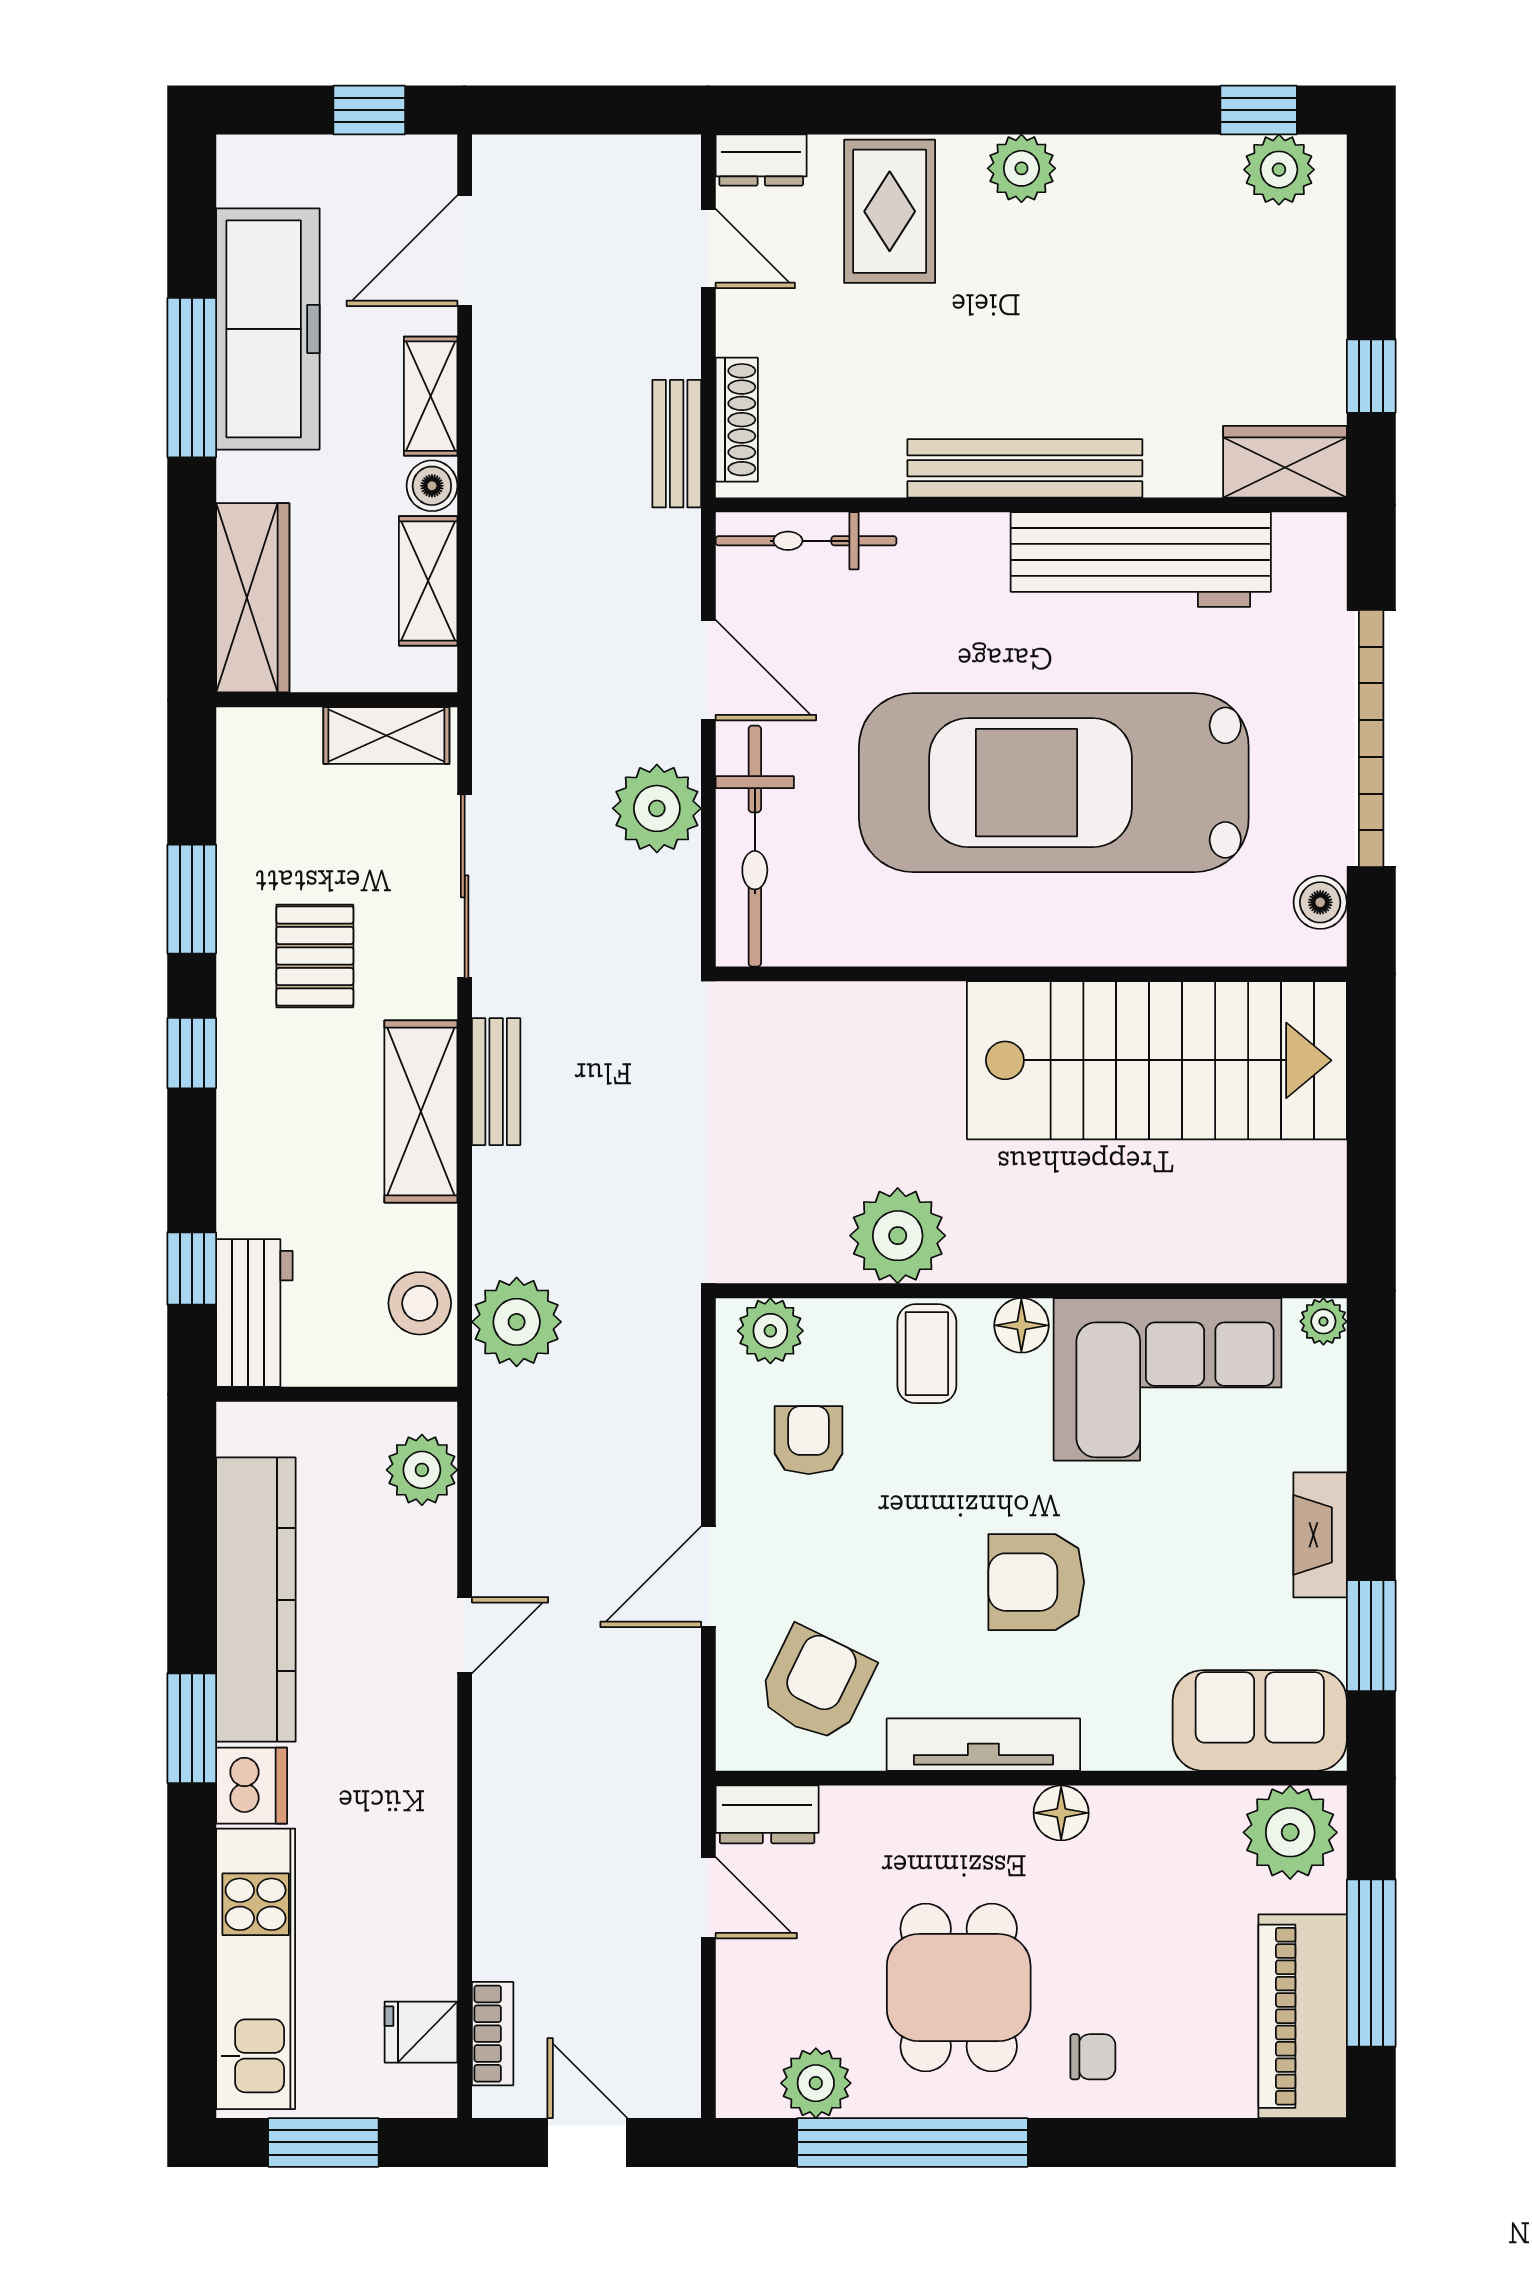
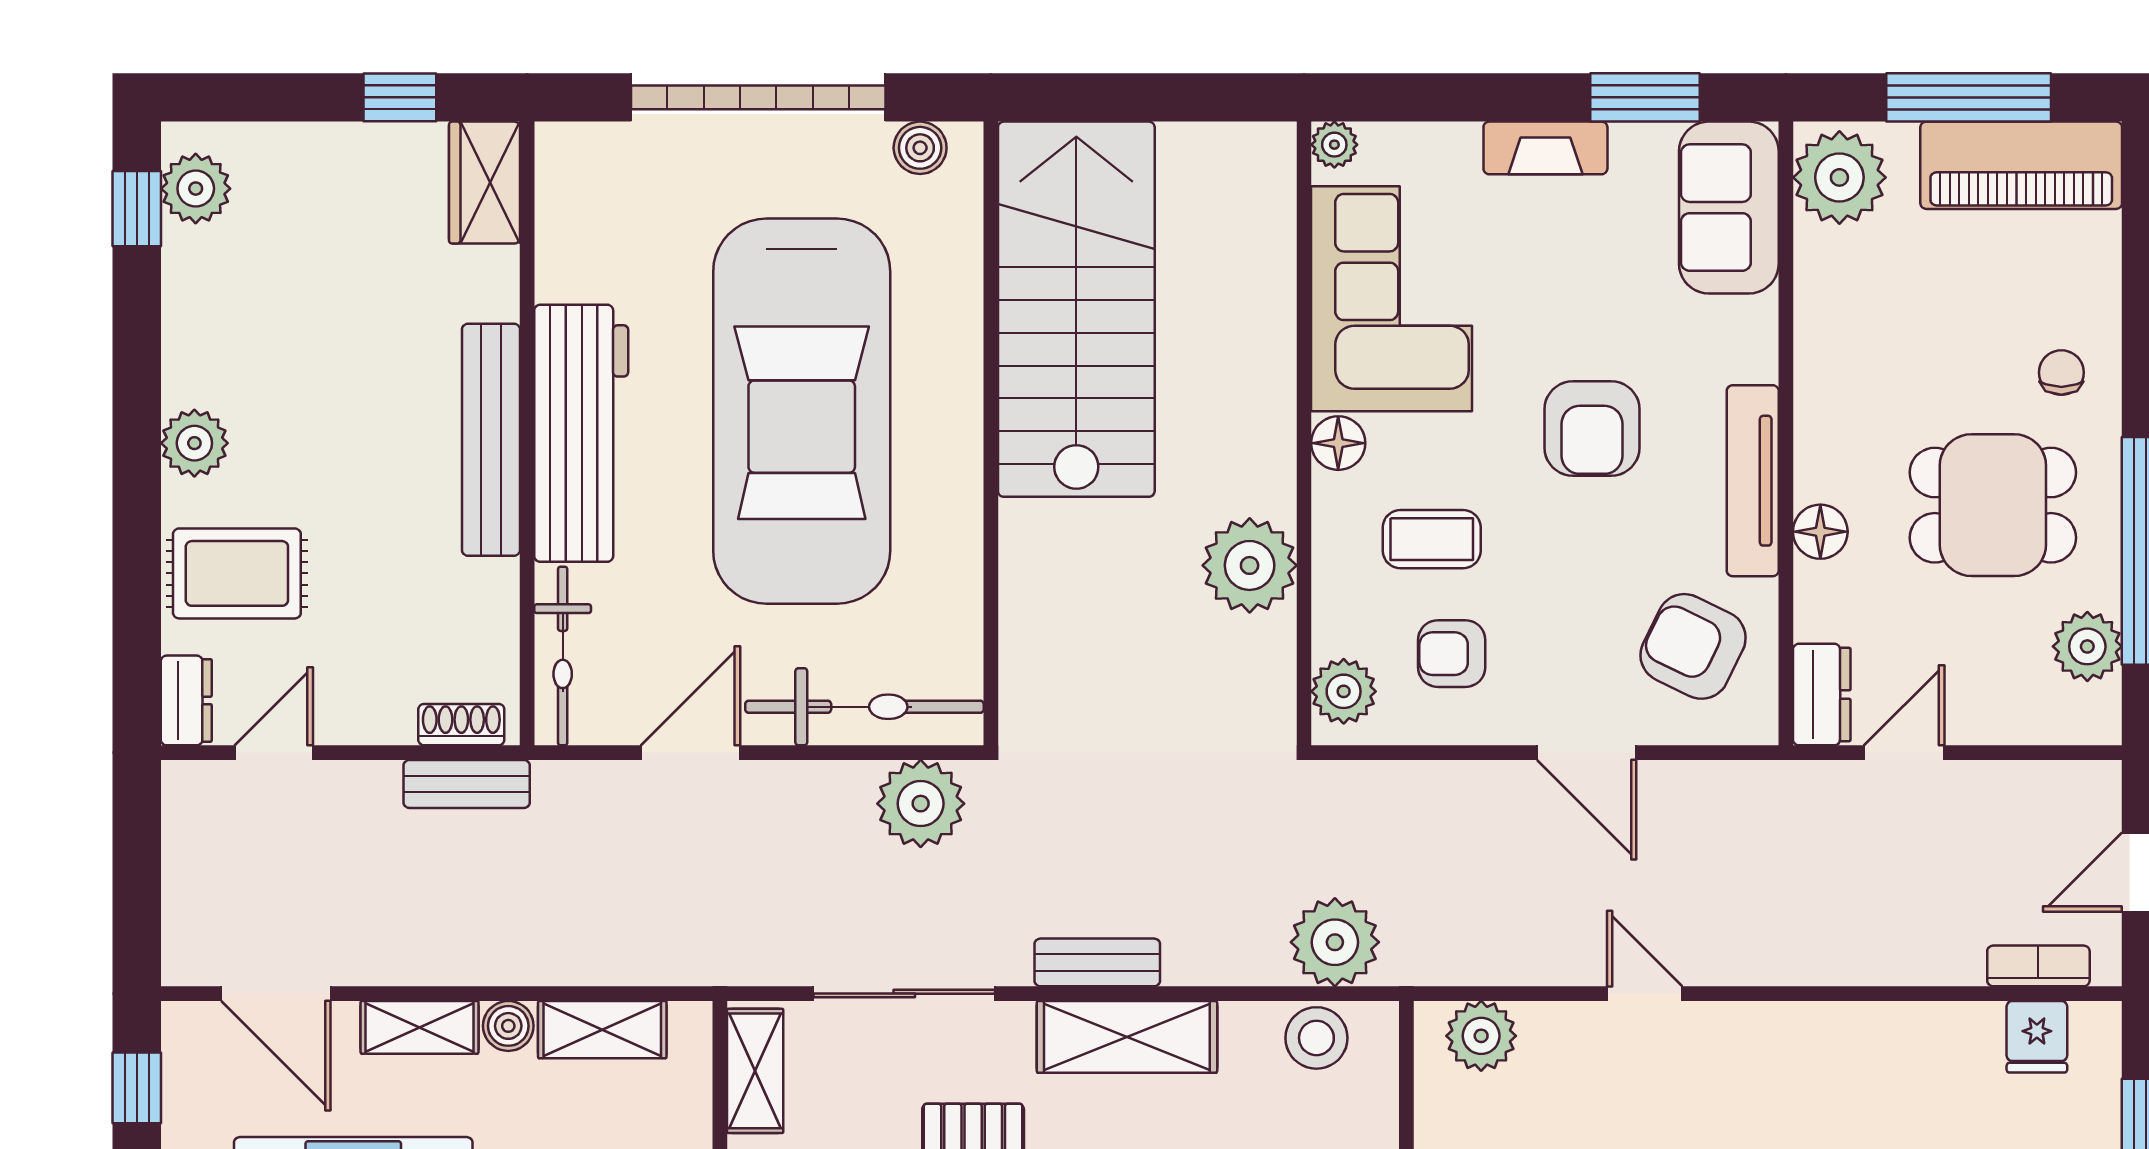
shoe rack: (737, 420) -> (461, 725), width x0.70
workbench: (1141, 560) -> (581, 433), moved
plant: (657, 808) -> (921, 804), moved
coffee table: (927, 1354) -> (1432, 539), moved
floor lamp: (1061, 1813) -> (1820, 532), moved

